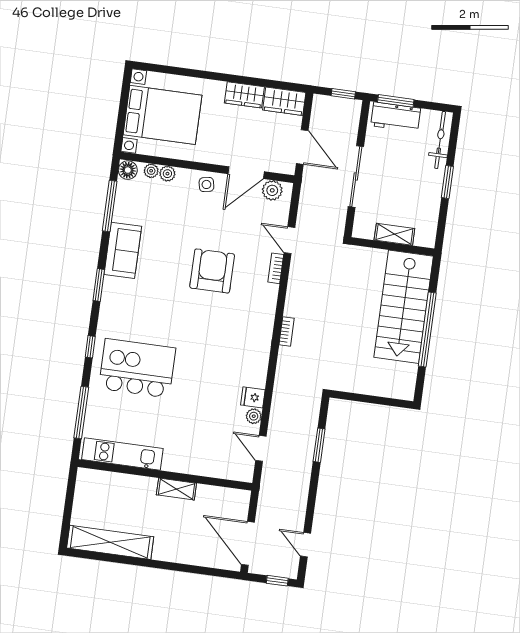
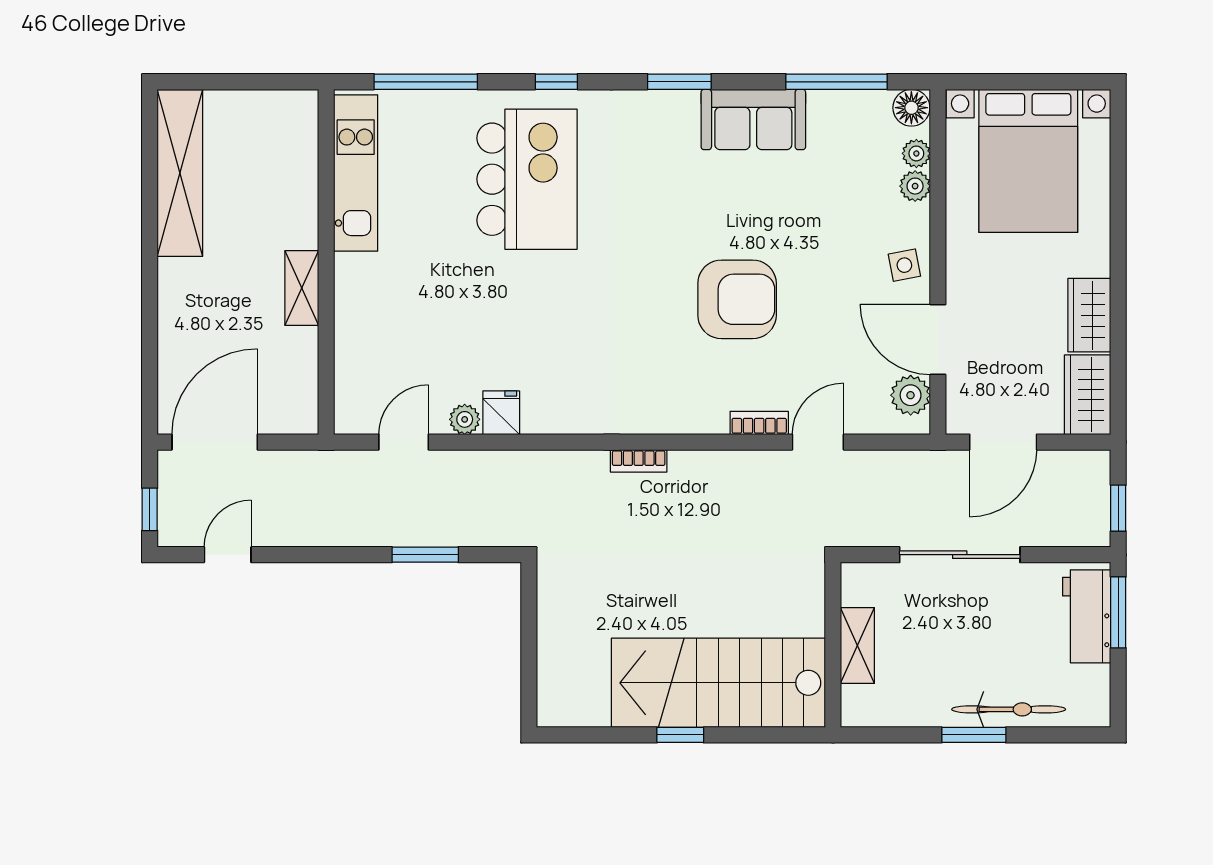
bicycle: (440, 140) -> (1009, 709), moved
window: (427, 329) -> (680, 735), width x0.32

